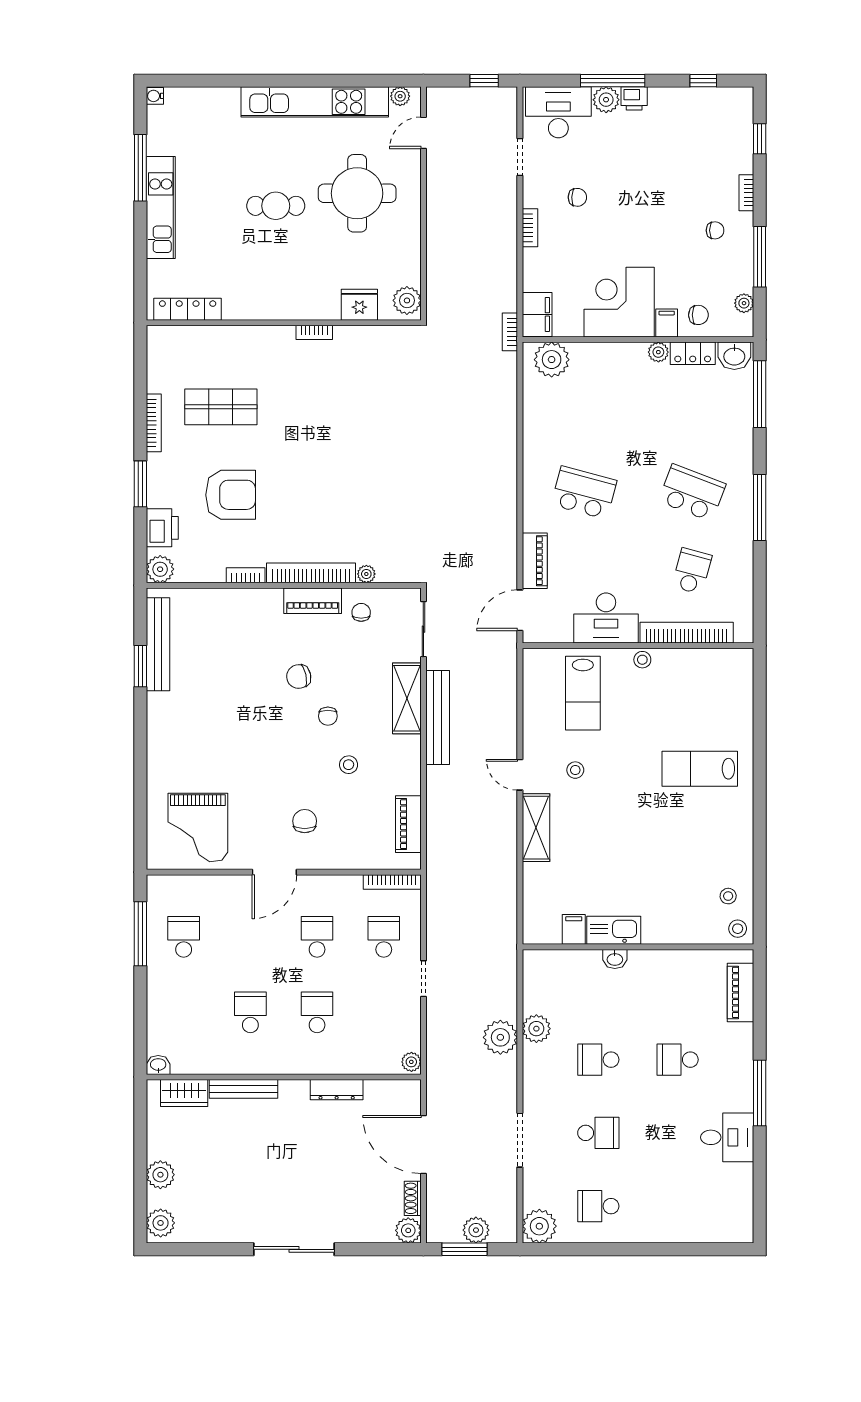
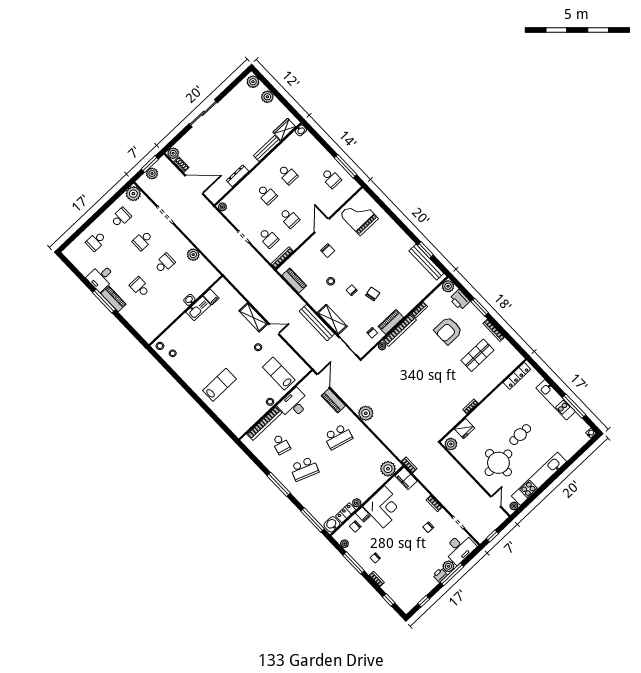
piano: (741, 992) -> (113, 299), moved
plant: (500, 1037) -> (366, 413), moved
school desk: (678, 1060) -> (140, 287), turned -90
school desk: (678, 1206) -> (96, 241), added

